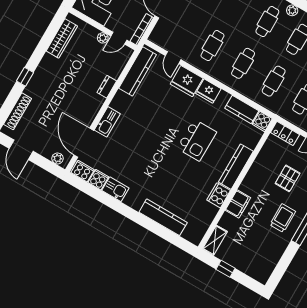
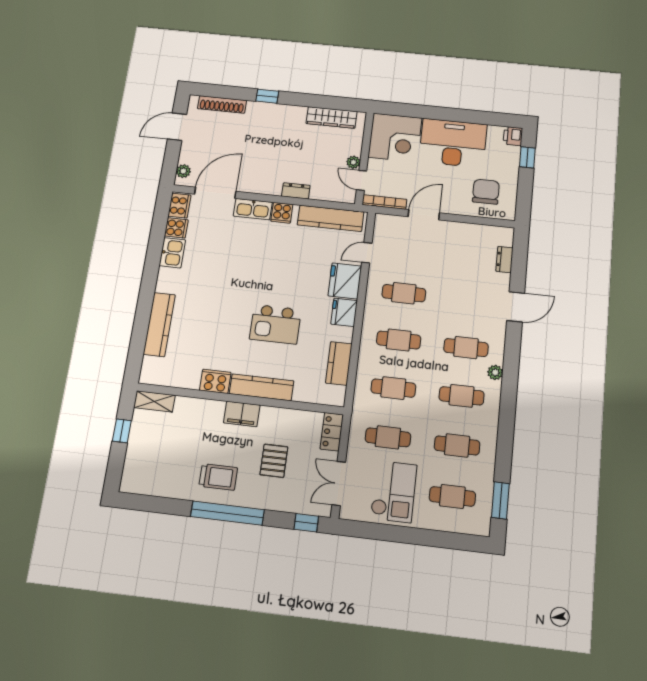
cooker: (262, 121) -> (282, 213), moved, turned -90
pallet: (288, 178) -> (274, 461), turned 90
filing cabinet: (238, 204) -> (242, 414), moved

